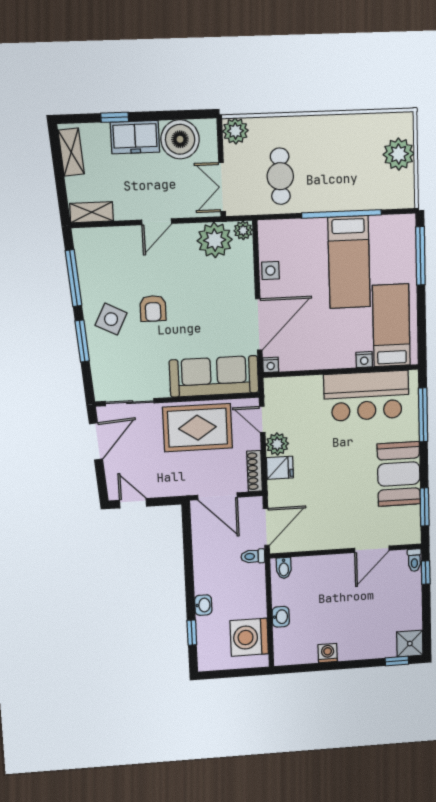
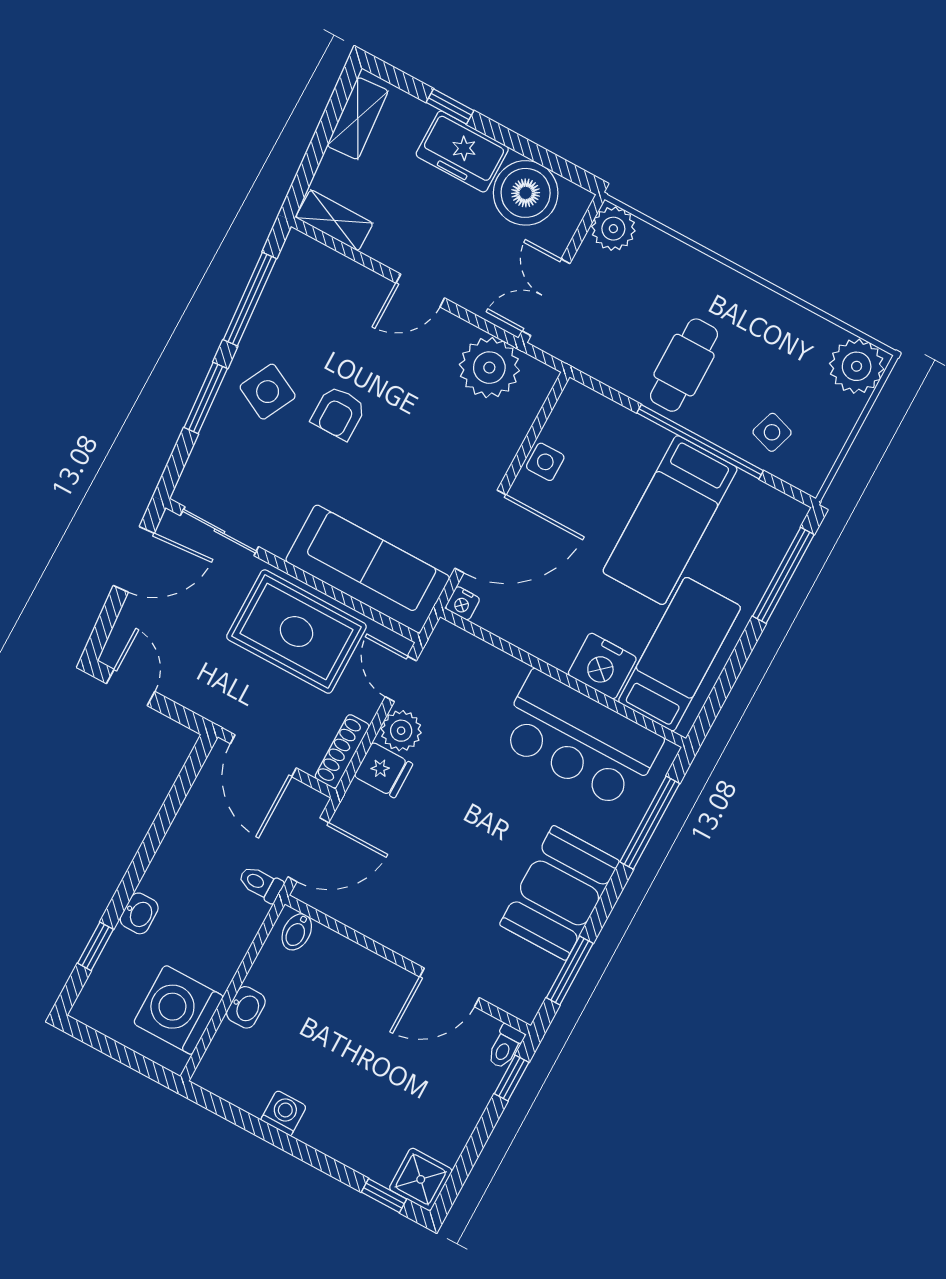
plant: (399, 154) -> (857, 366), moved
cafe table: (280, 176) -> (684, 365), moved
side table: (375, 187) -> (772, 432), added
plant: (243, 230) -> (540, 379), removed
nightstand: (364, 360) -> (602, 666), width x1.89, depth x1.79

